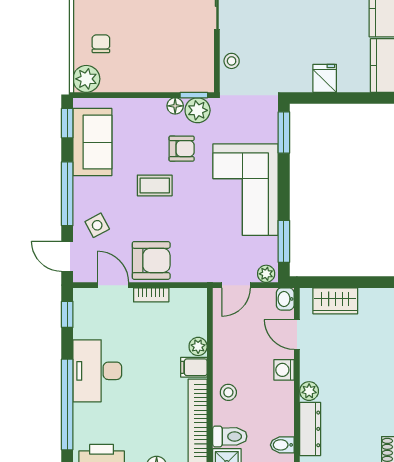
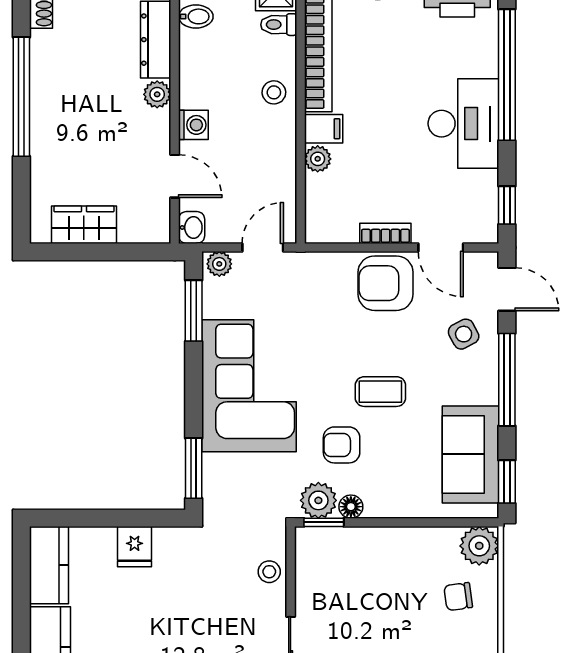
chair: (101, 44) -> (458, 597), turned 82
wardrobe: (335, 301) -> (84, 225), moved
toilet: (230, 436) -> (279, 25), width x0.73, depth x0.72

